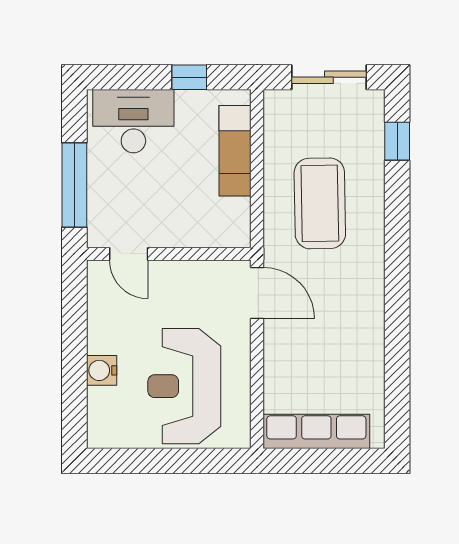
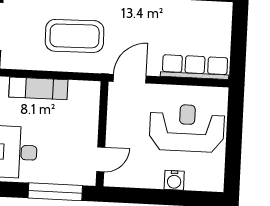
reception desk: (184, 386) -> (187, 128), turned 180
row of seats: (316, 431) -> (195, 67), moved, turned 90

